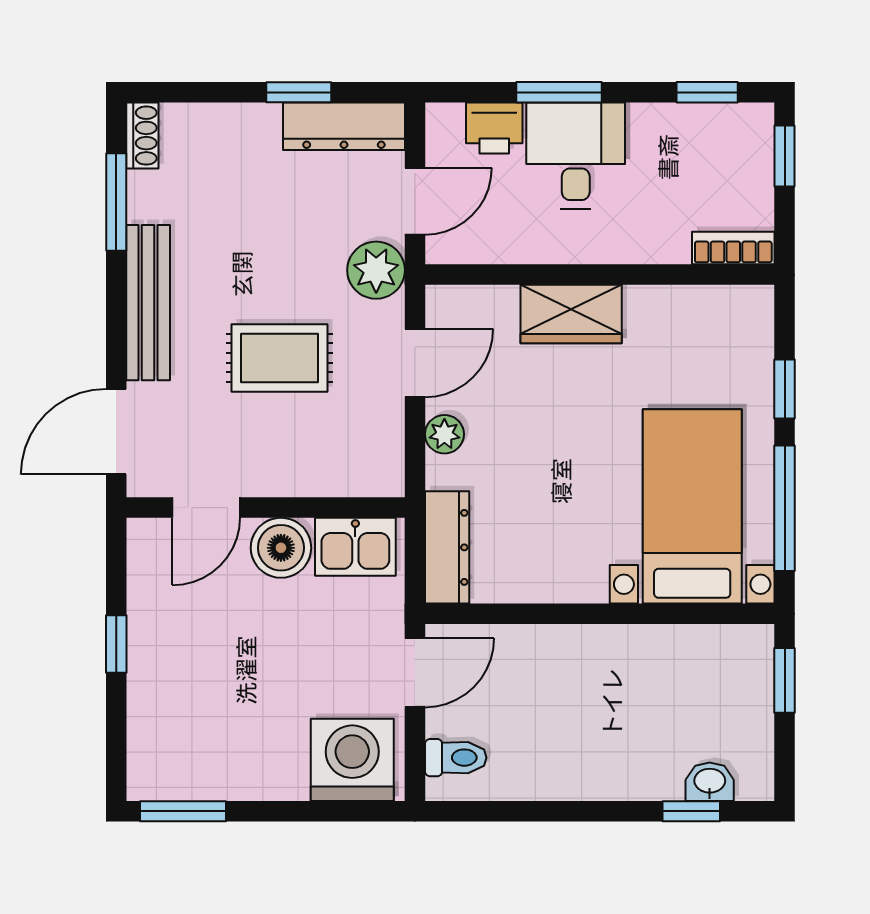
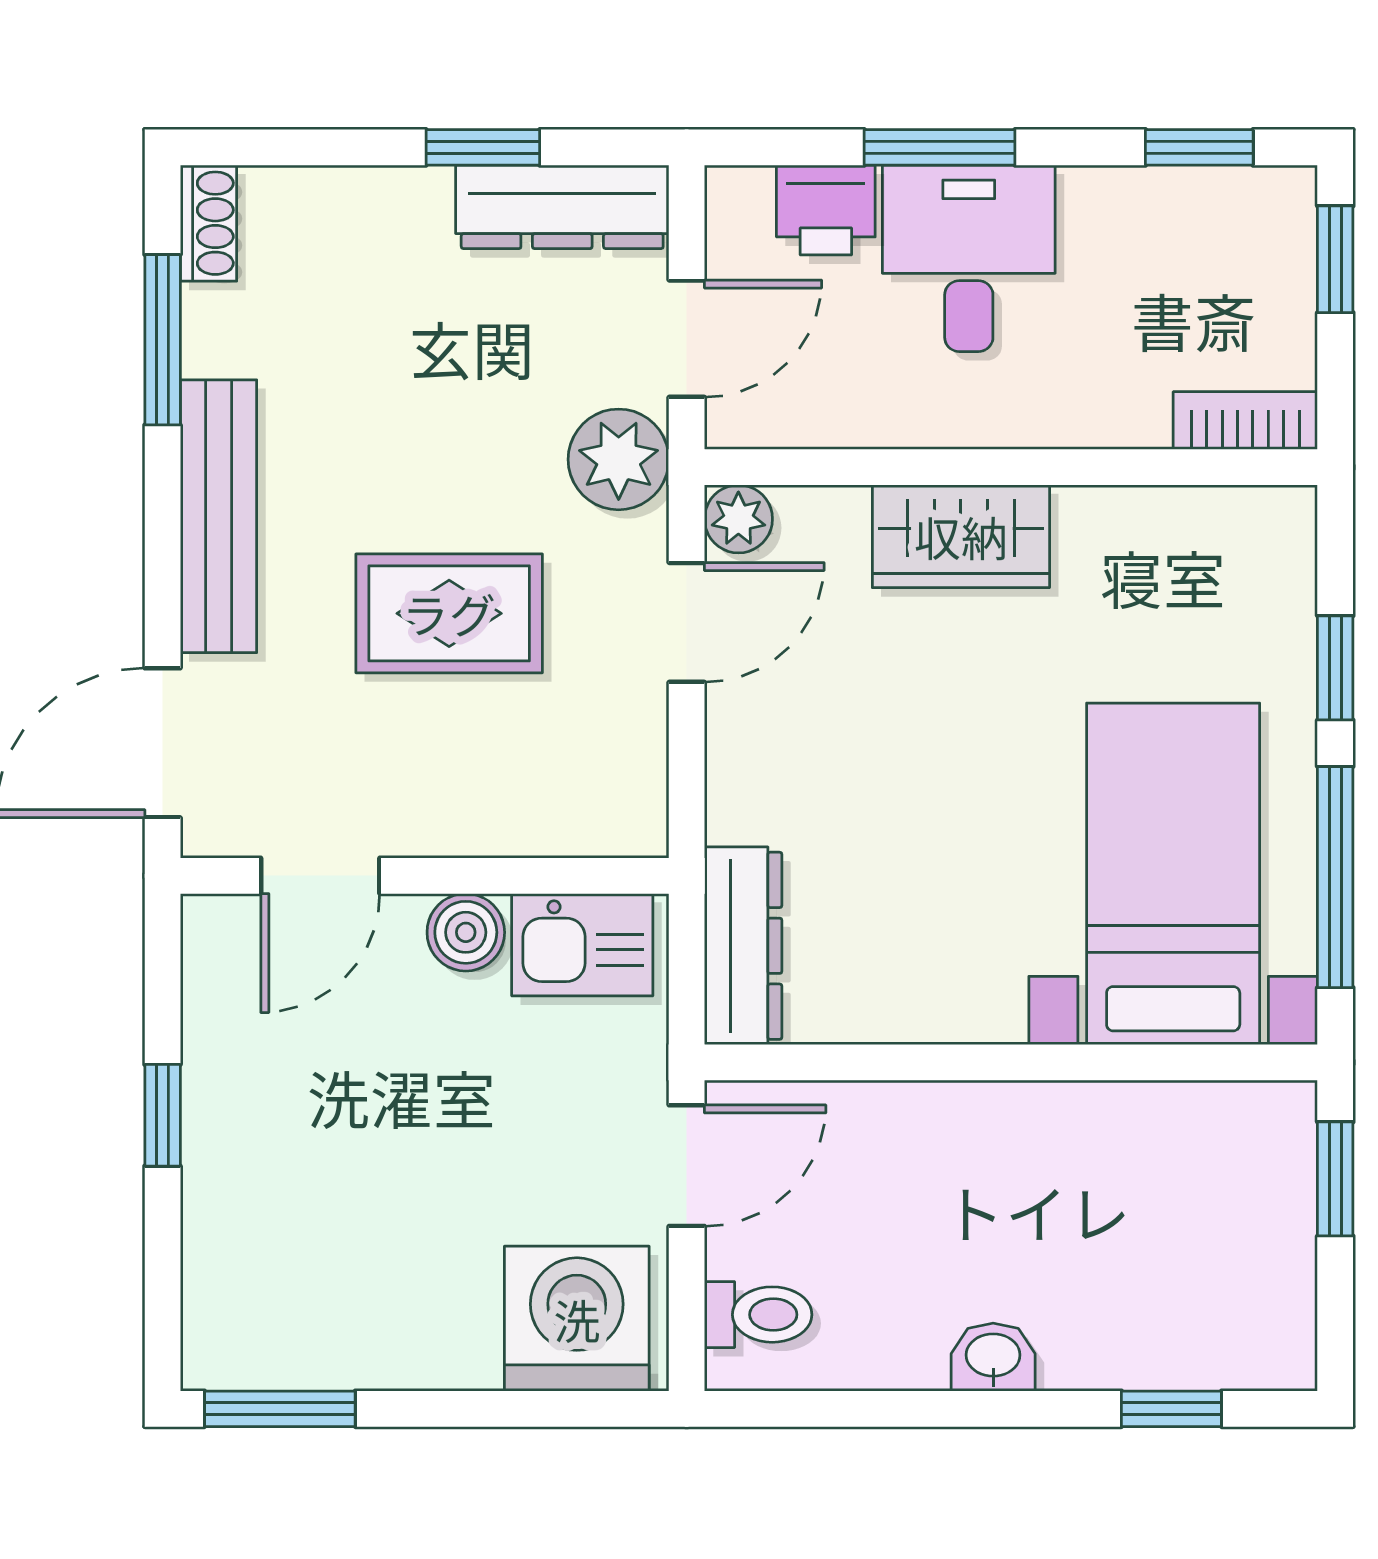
plant: (444, 434) -> (738, 519), moved
boiler: (281, 548) -> (466, 932), width x0.73, depth x0.73
washbasin: (710, 782) -> (993, 1357), moved

